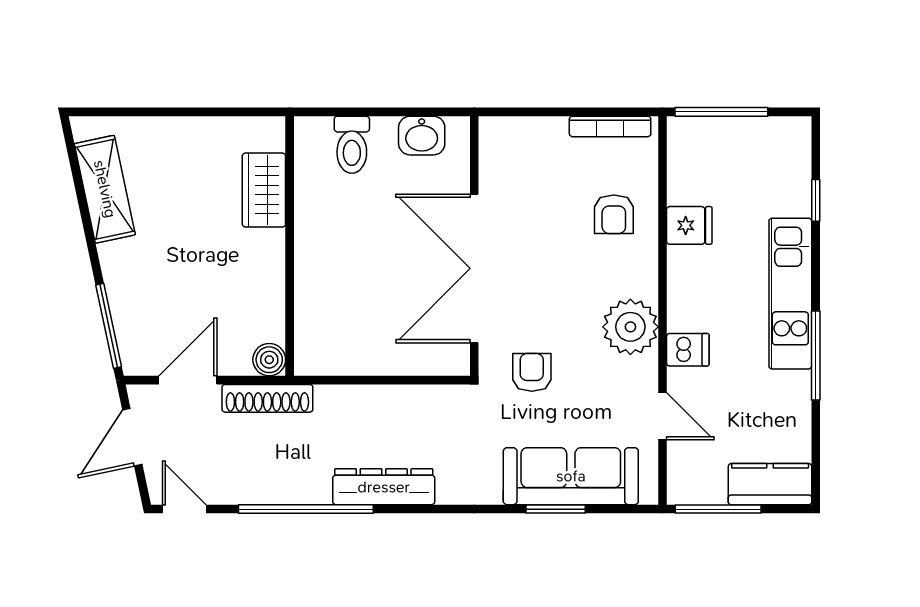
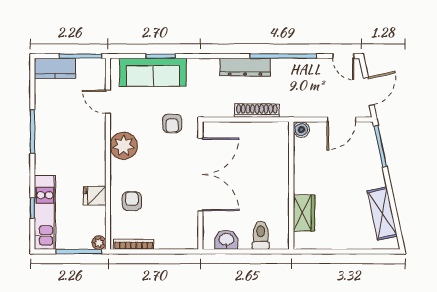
plant: (681, 130) -> (99, 243), added
kitchen unit: (790, 294) -> (45, 212), moved
dishwasher: (688, 350) -> (95, 134), removed
shoe rack: (267, 398) -> (257, 111), moved

